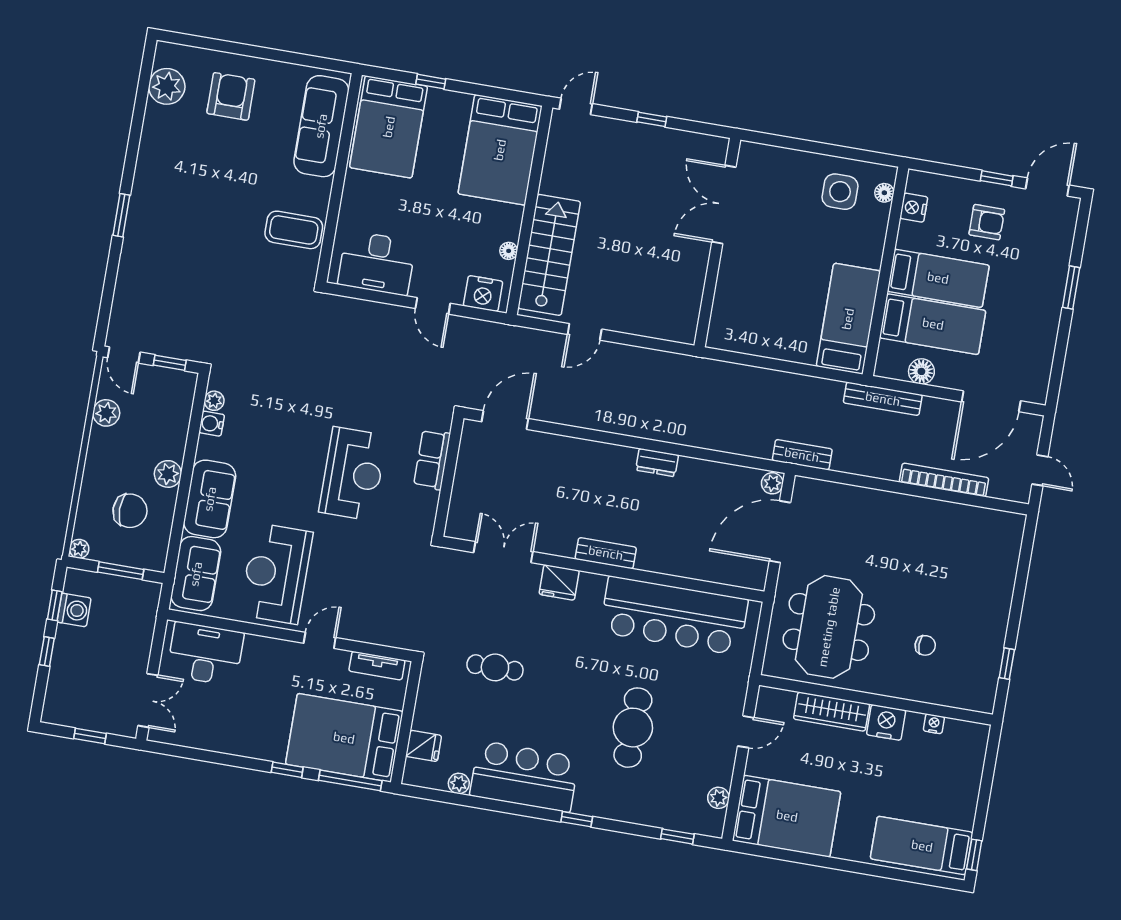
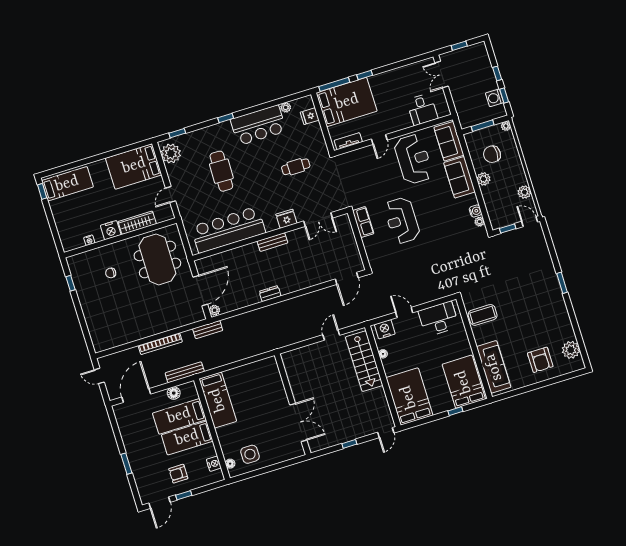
row of seats: (432, 460) -> (363, 222), moved
bookcase: (944, 480) -> (160, 344), moved
desk: (205, 654) -> (422, 109), width x0.73
plant: (719, 798) -> (171, 153), width x1.87, depth x1.87

